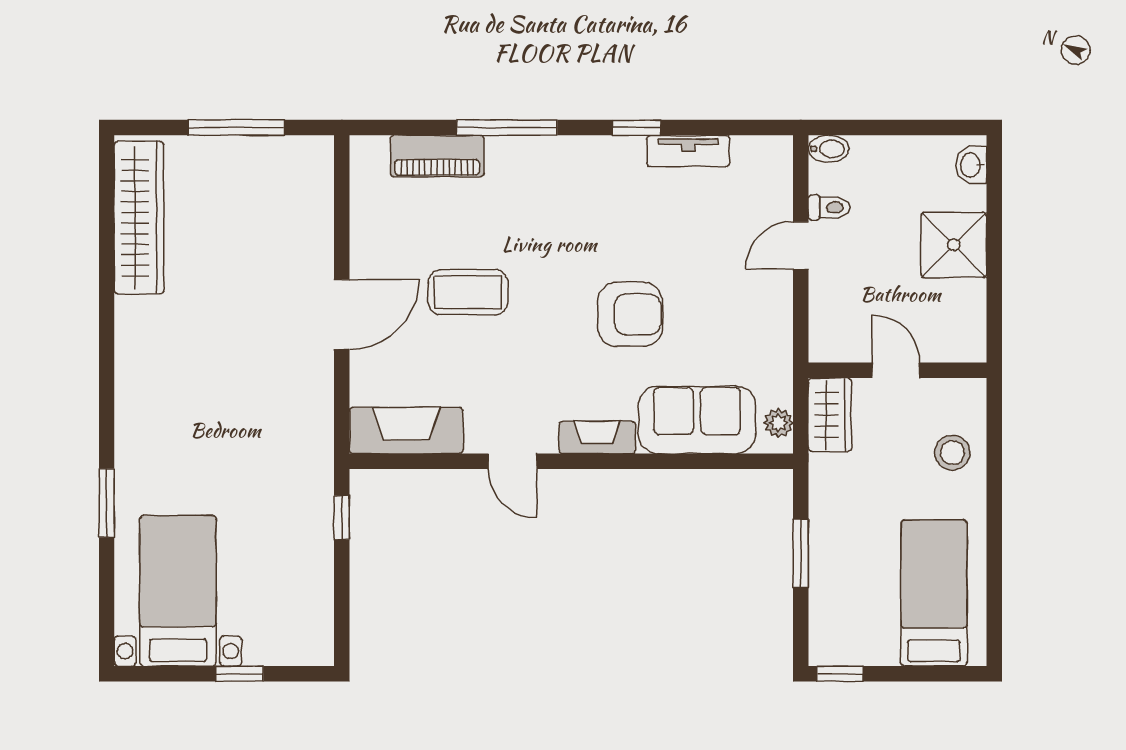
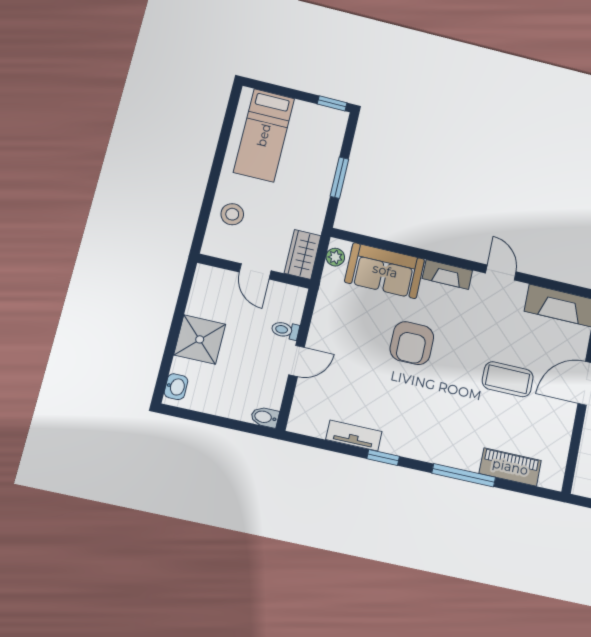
toilet: (829, 207) -> (285, 330), moved
armchair: (630, 314) -> (412, 343), turned -90

